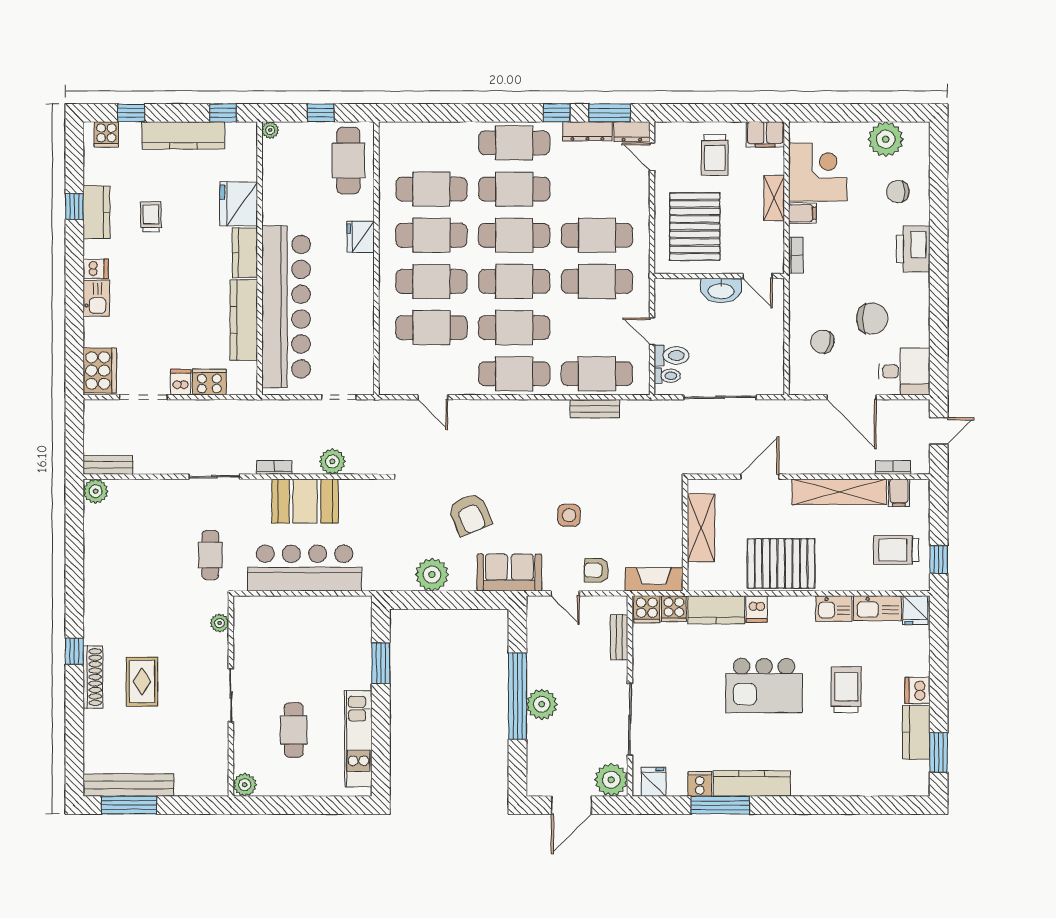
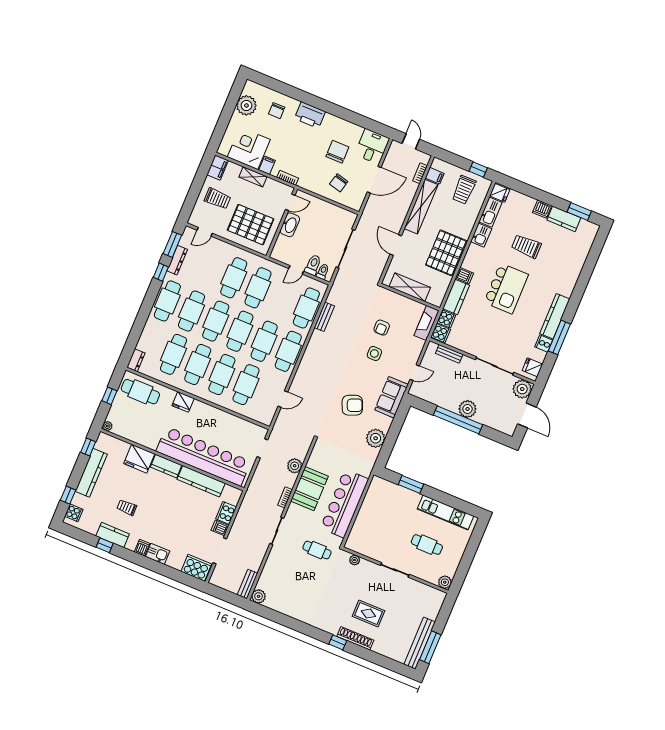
dresser: (632, 132) -> (136, 360), moved
armchair: (596, 570) -> (382, 328), moved

